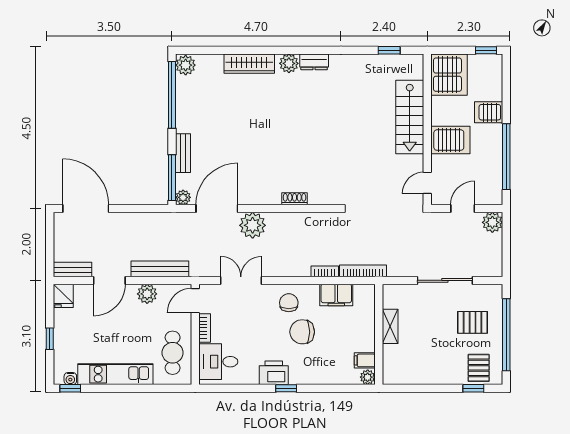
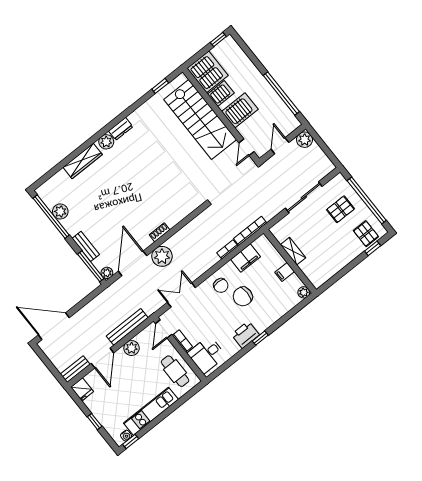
plant: (186, 65) -> (60, 211), moved
server rack: (489, 112) -> (221, 93), moved, turned 180
stairs: (410, 117) -> (200, 120), width x1.36, depth x1.51
shoe rack: (295, 199) -> (160, 232), moved
chair: (289, 303) -> (221, 285), turned 180
filing cabinet: (365, 360) -> (285, 272), moved

